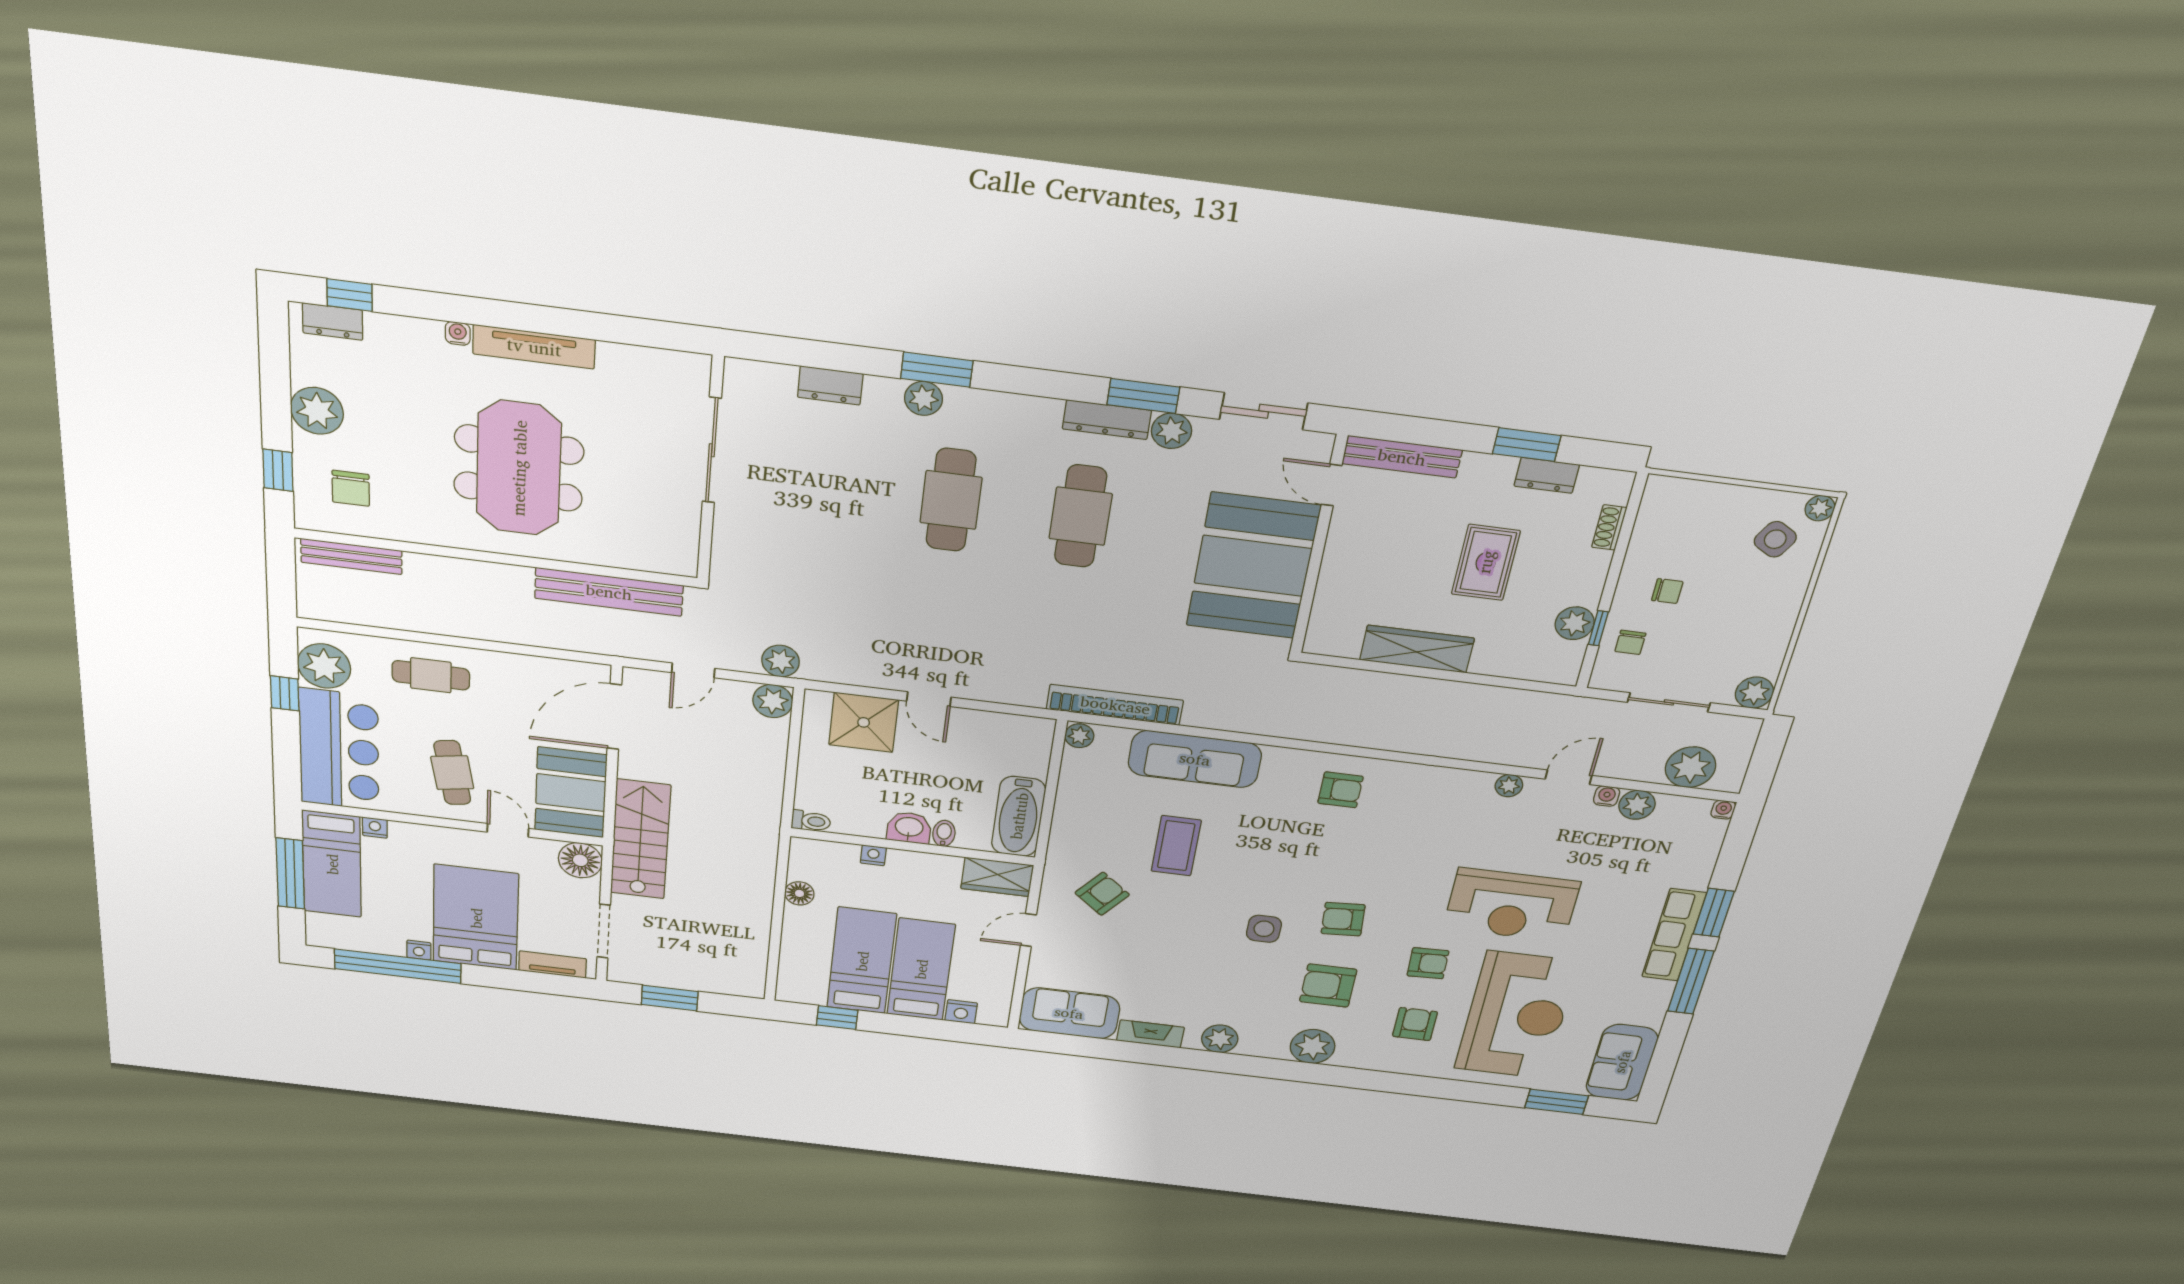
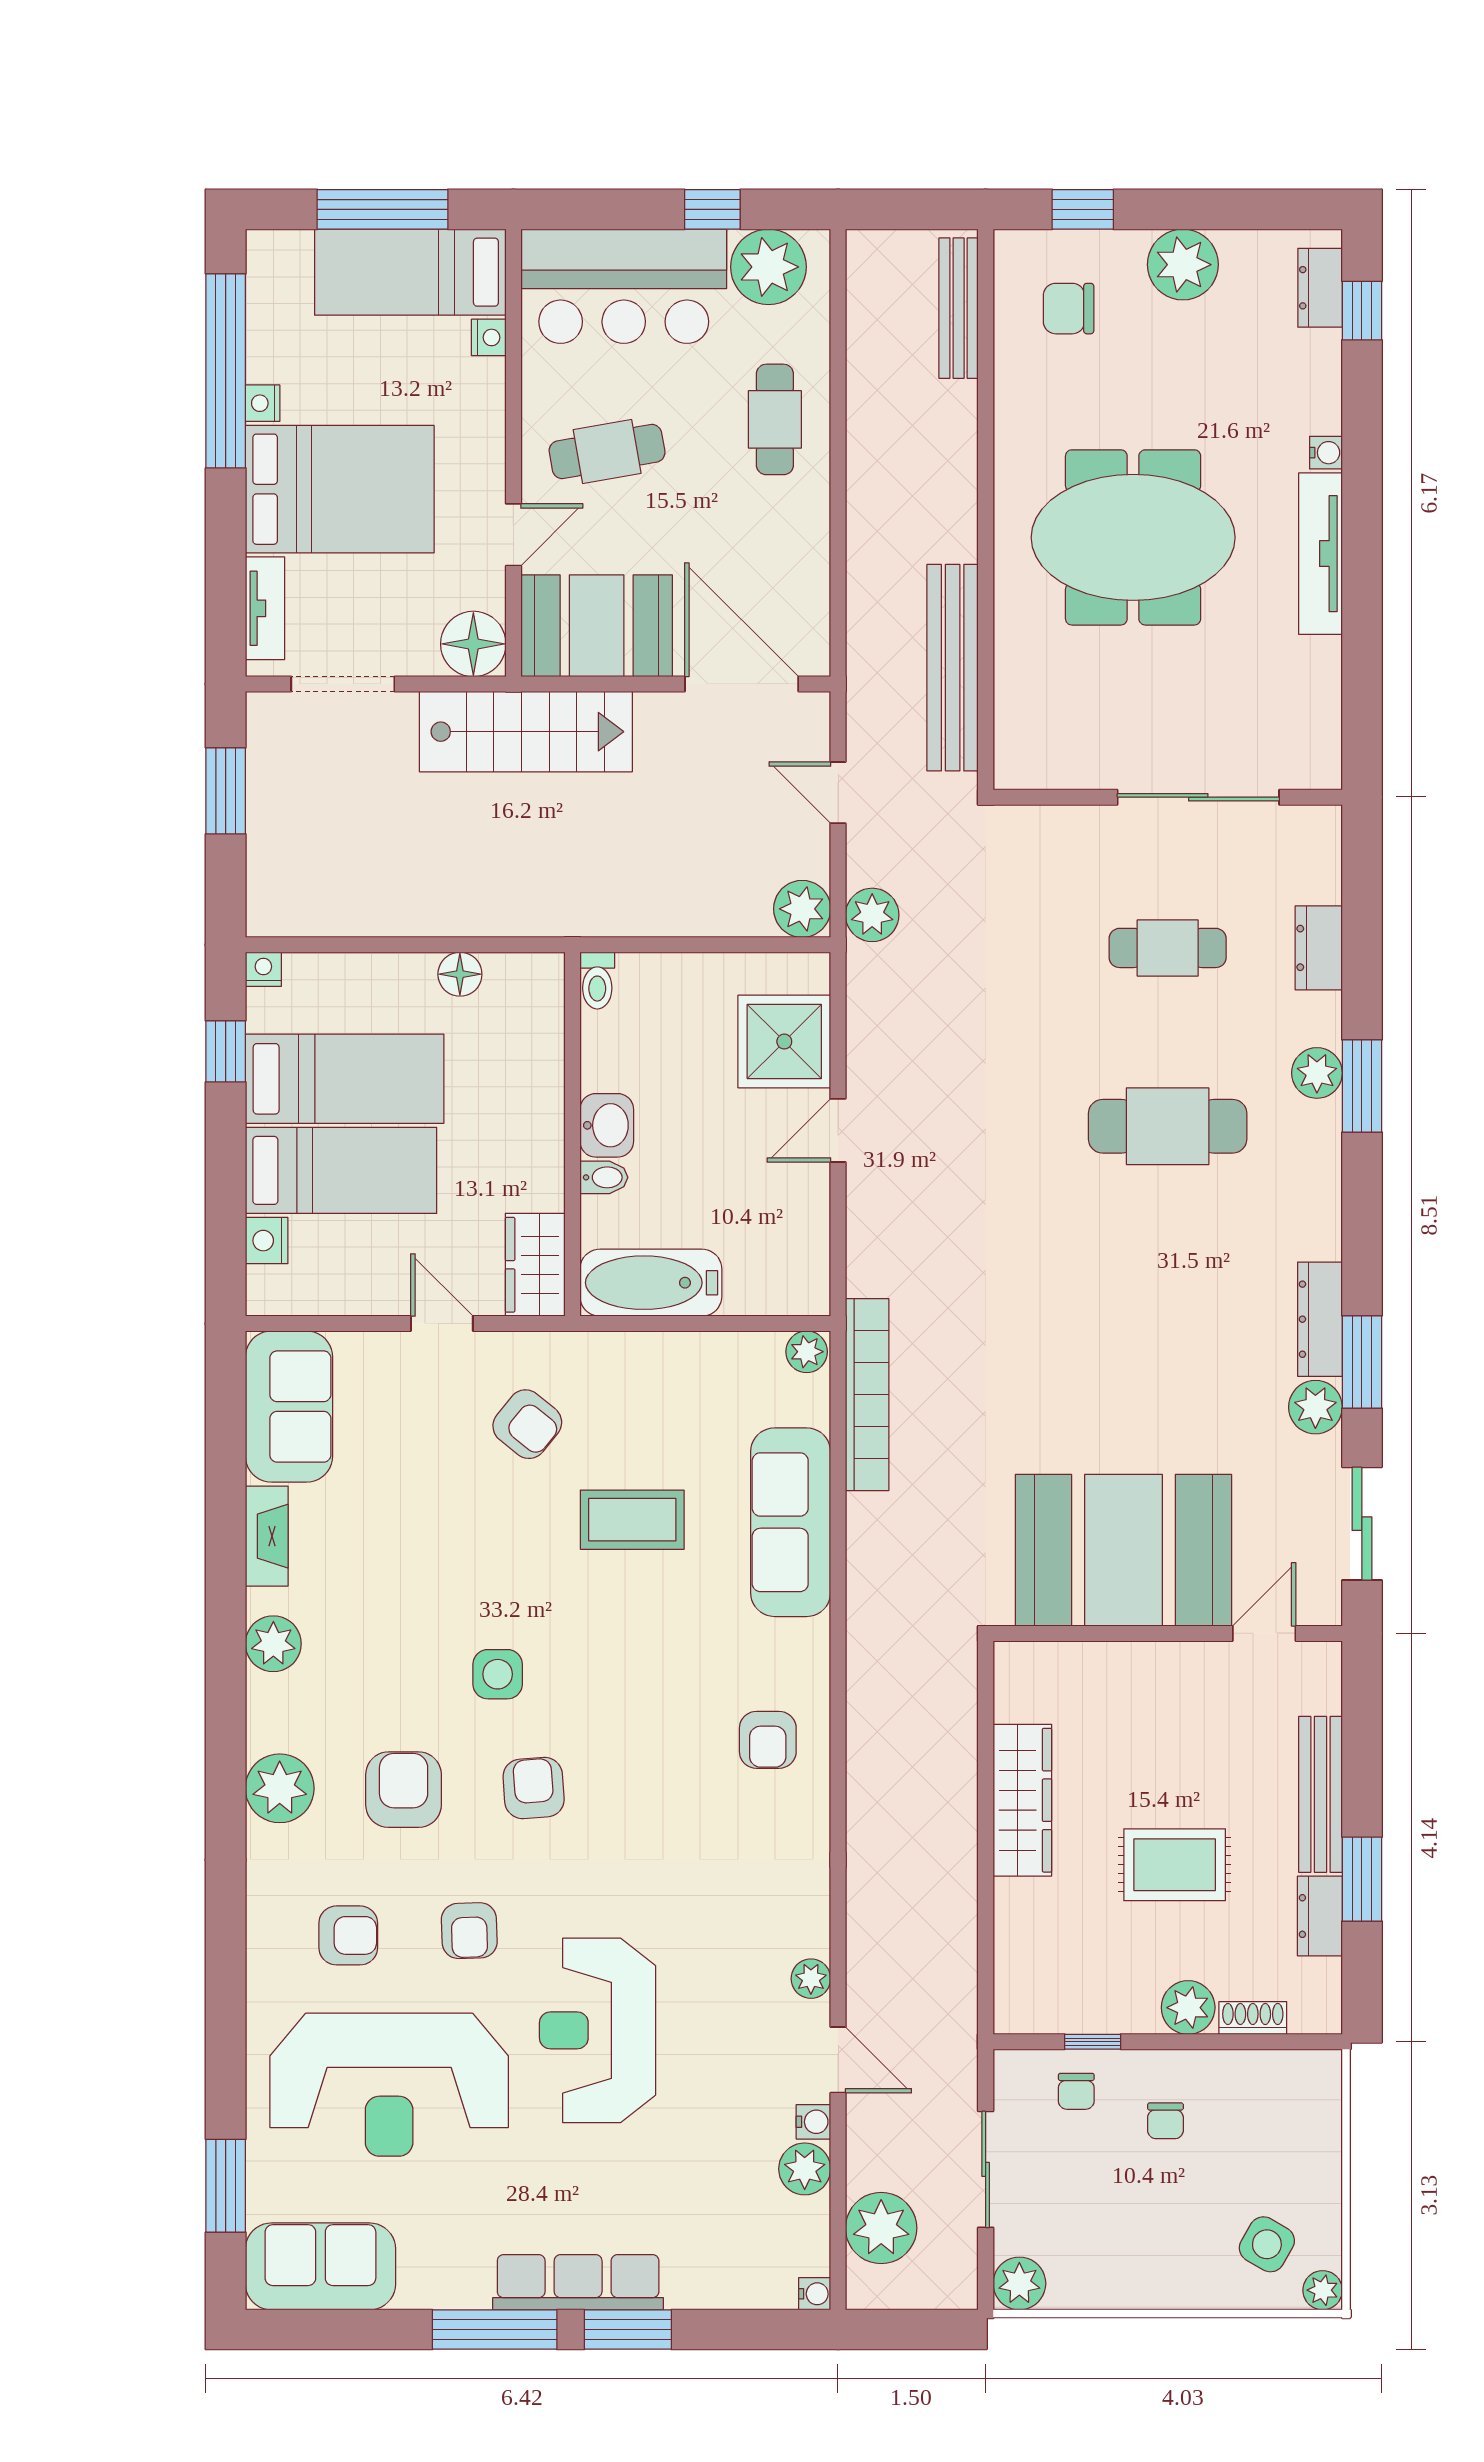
bench: (1402, 457) -> (1320, 1794), moved
cafe table: (1081, 516) -> (1168, 948), moved, width x0.73, depth x0.74
plant: (1575, 623) -> (1188, 2008), moved
chair: (1630, 642) -> (1076, 2091), turned -90
nightstand: (873, 855) -> (263, 969), moved, turned -90

